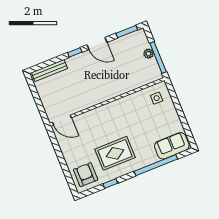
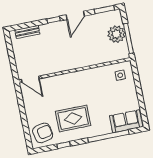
door: (97, 44) -> (75, 15), hinge flipped
plant: (149, 54) -> (116, 34), width x1.88, depth x1.88
bench: (49, 70) -> (27, 32), width x0.73
armchair: (86, 175) -> (43, 133), turned 78

